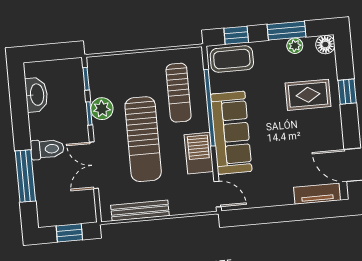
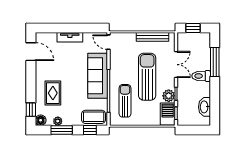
window: (347, 92) -> (31, 110), moved
rug: (308, 95) -> (53, 93), turned 90
barbecue: (199, 153) -> (168, 114), moved, turned 180
tv unit: (317, 194) -> (70, 37), moved

